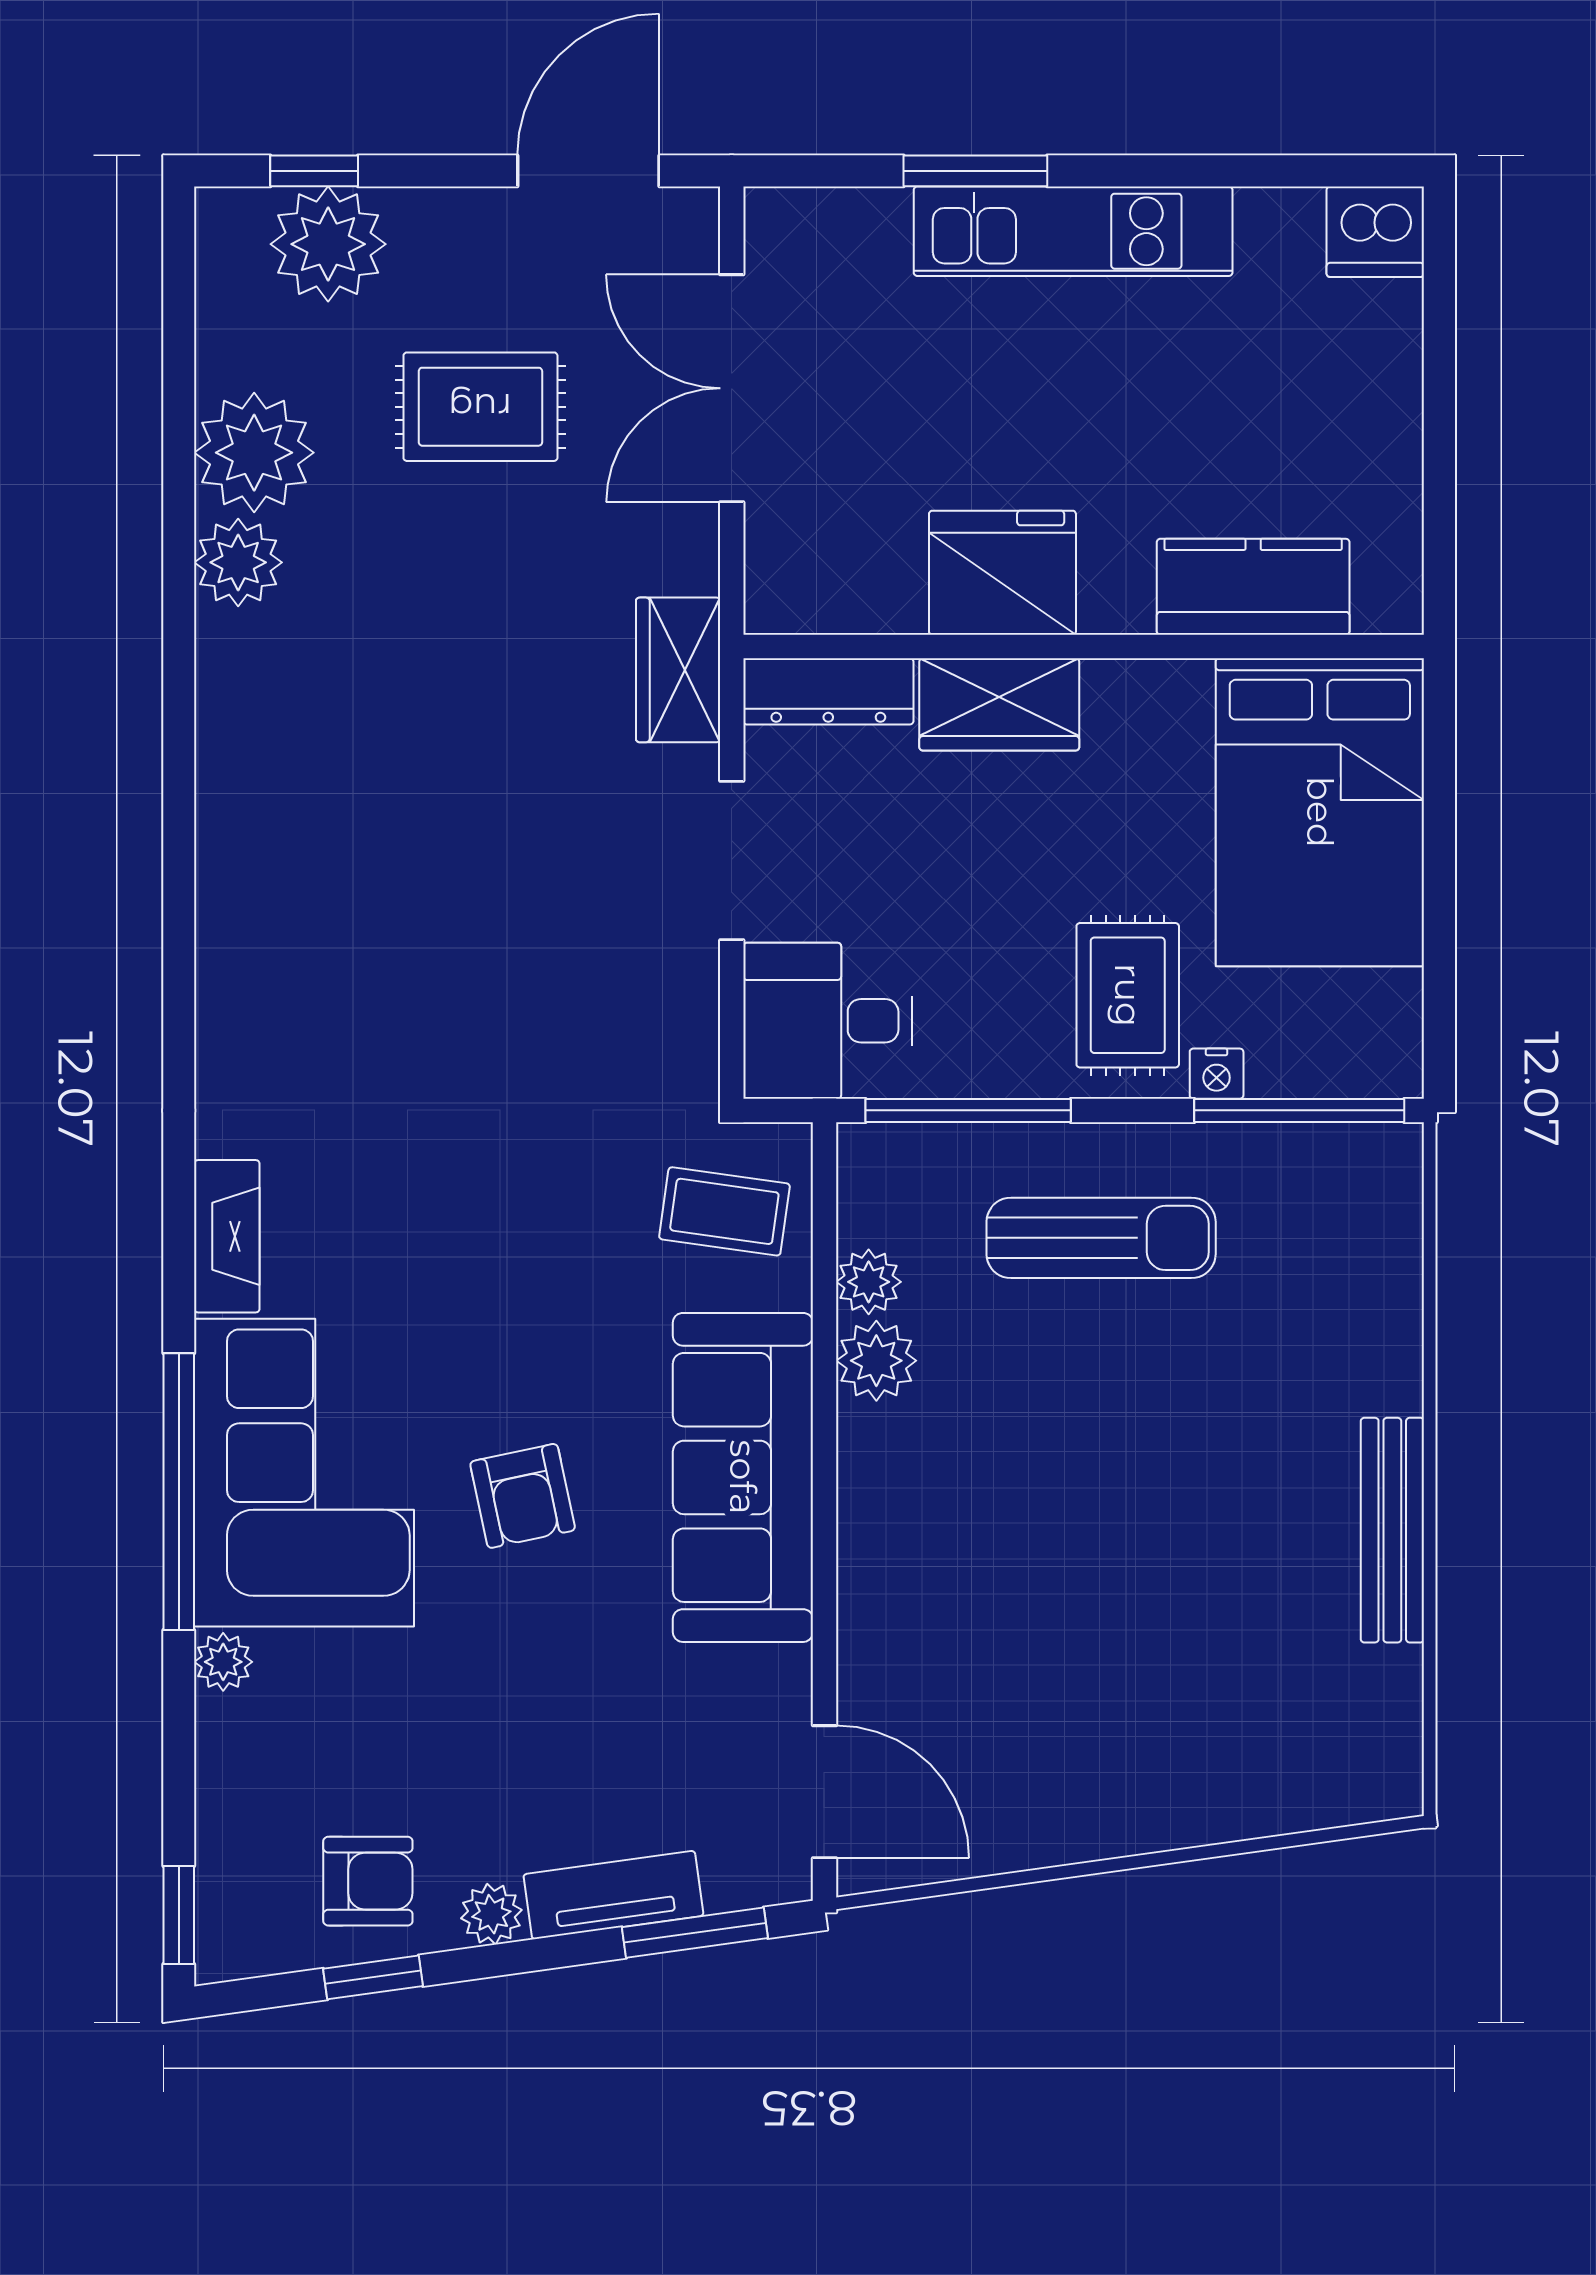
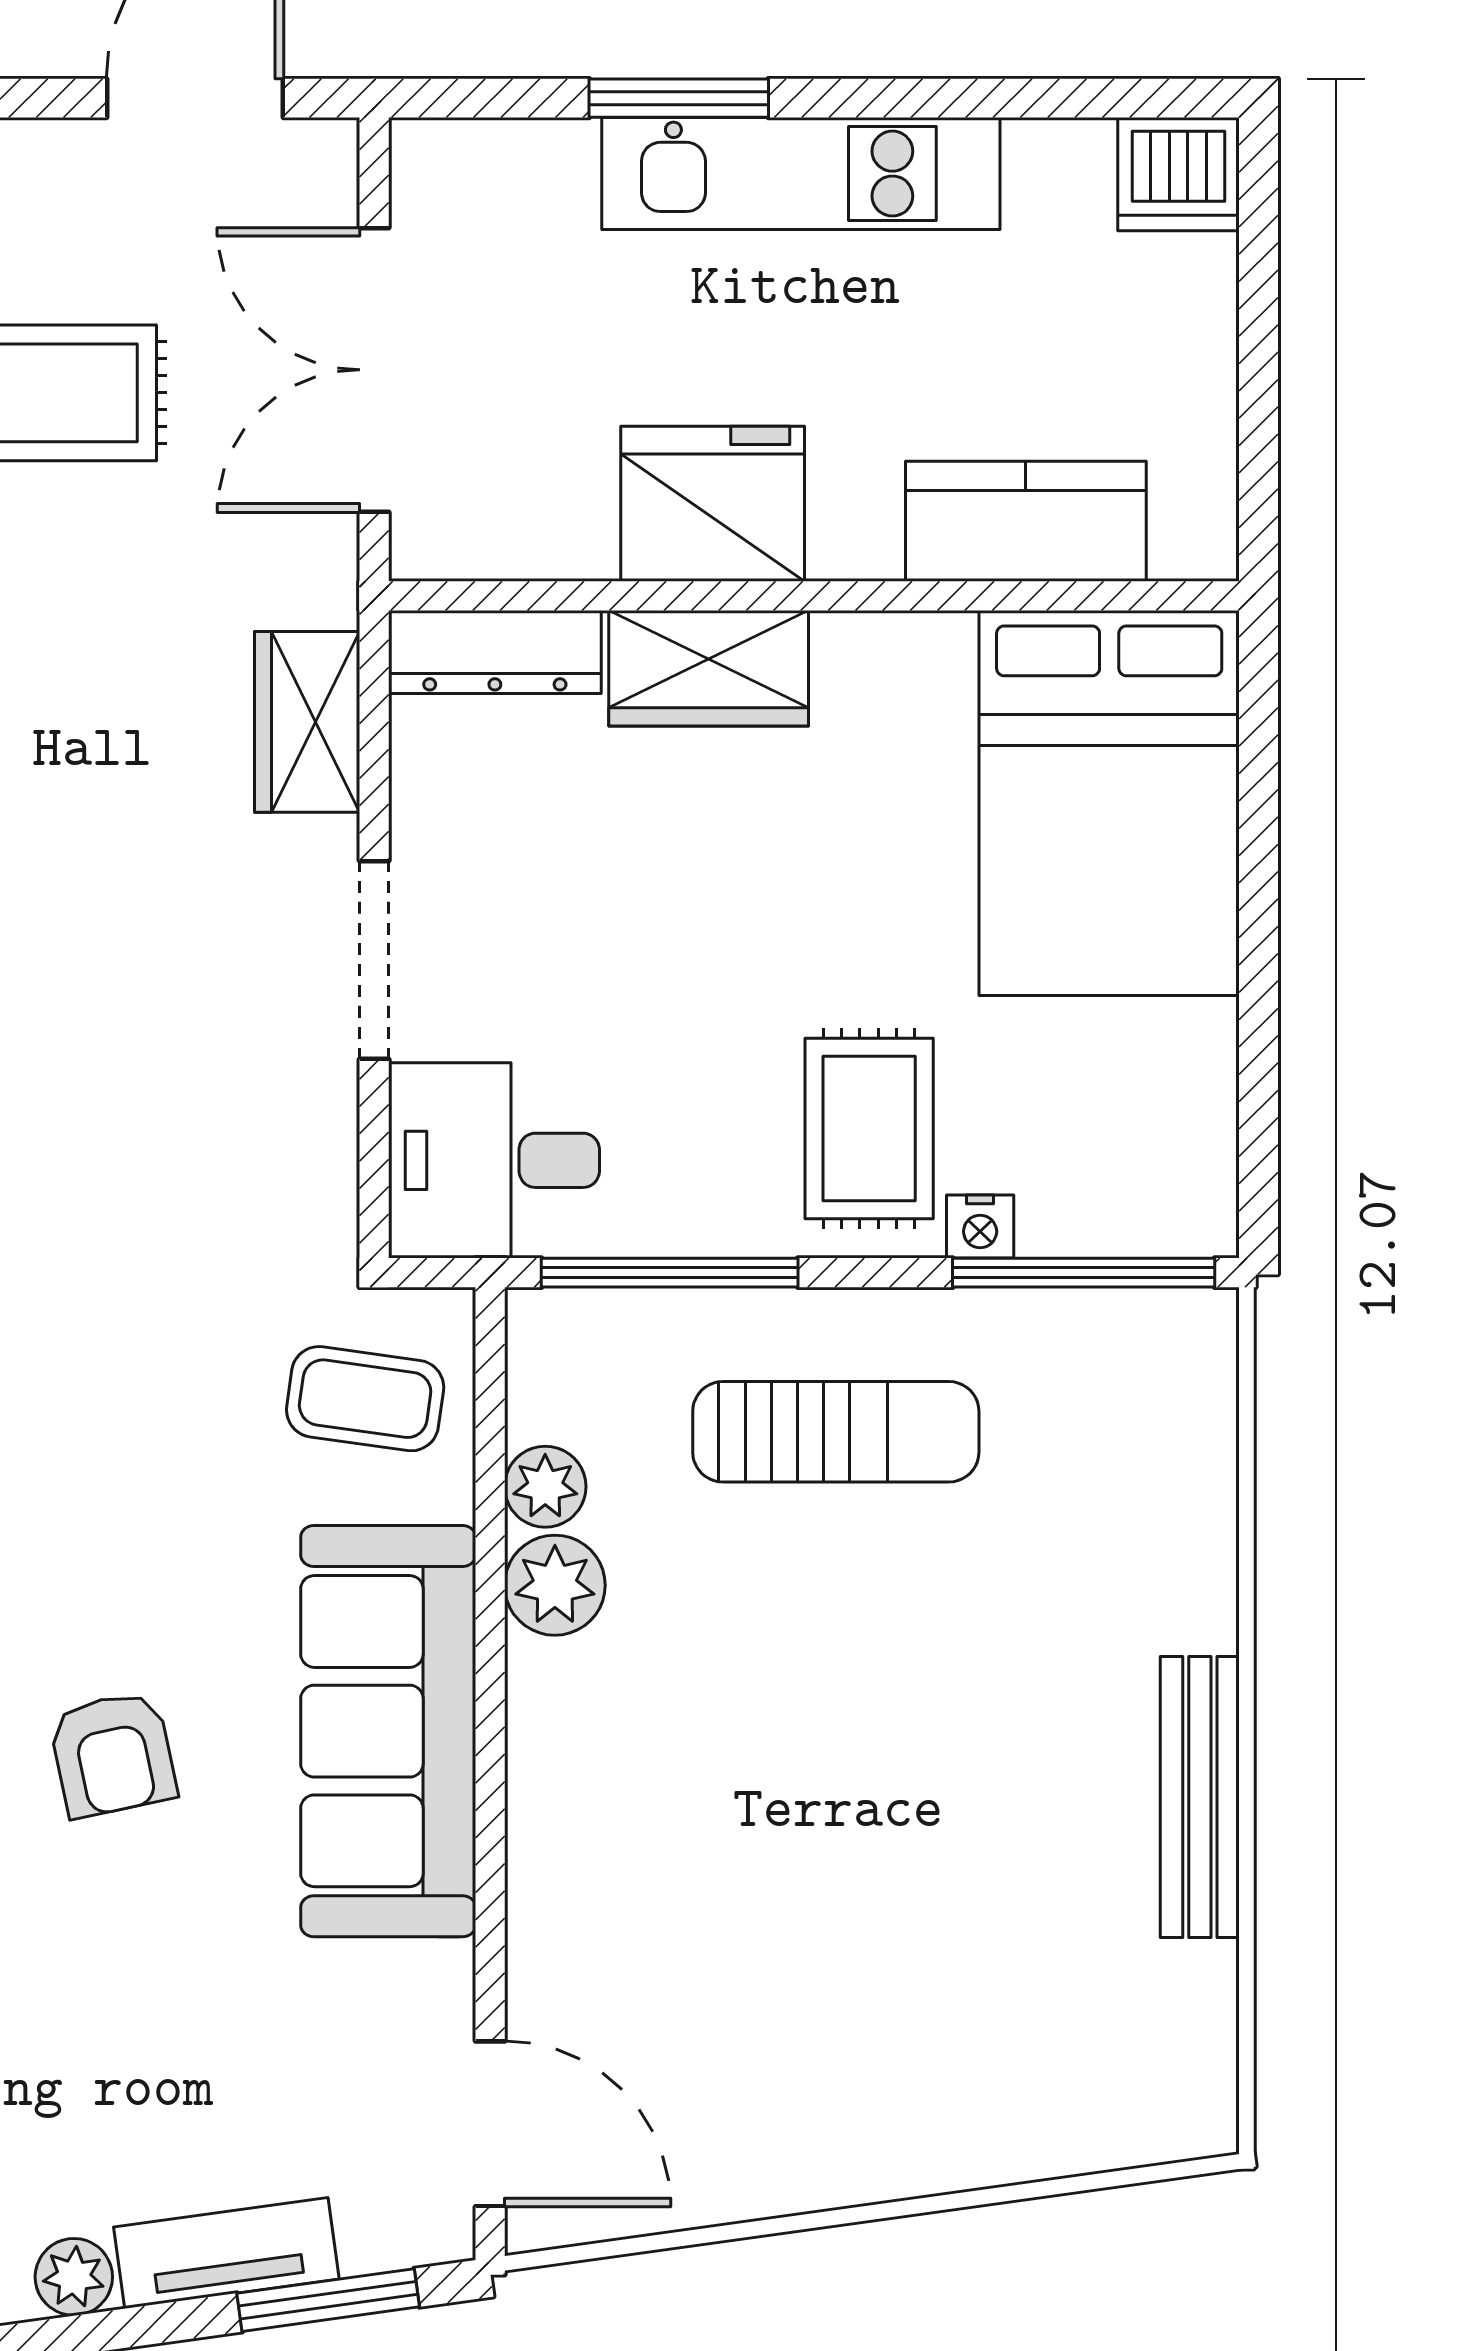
fridge: (1002, 573) -> (713, 504), moved
kitchen counter: (1253, 587) -> (1026, 521), moved
wall: (1084, 646) -> (814, 596), moved
dresser: (828, 691) -> (495, 652), moved
wardrobe: (999, 704) -> (709, 668), moved
bed: (1320, 812) -> (1109, 803), moved

